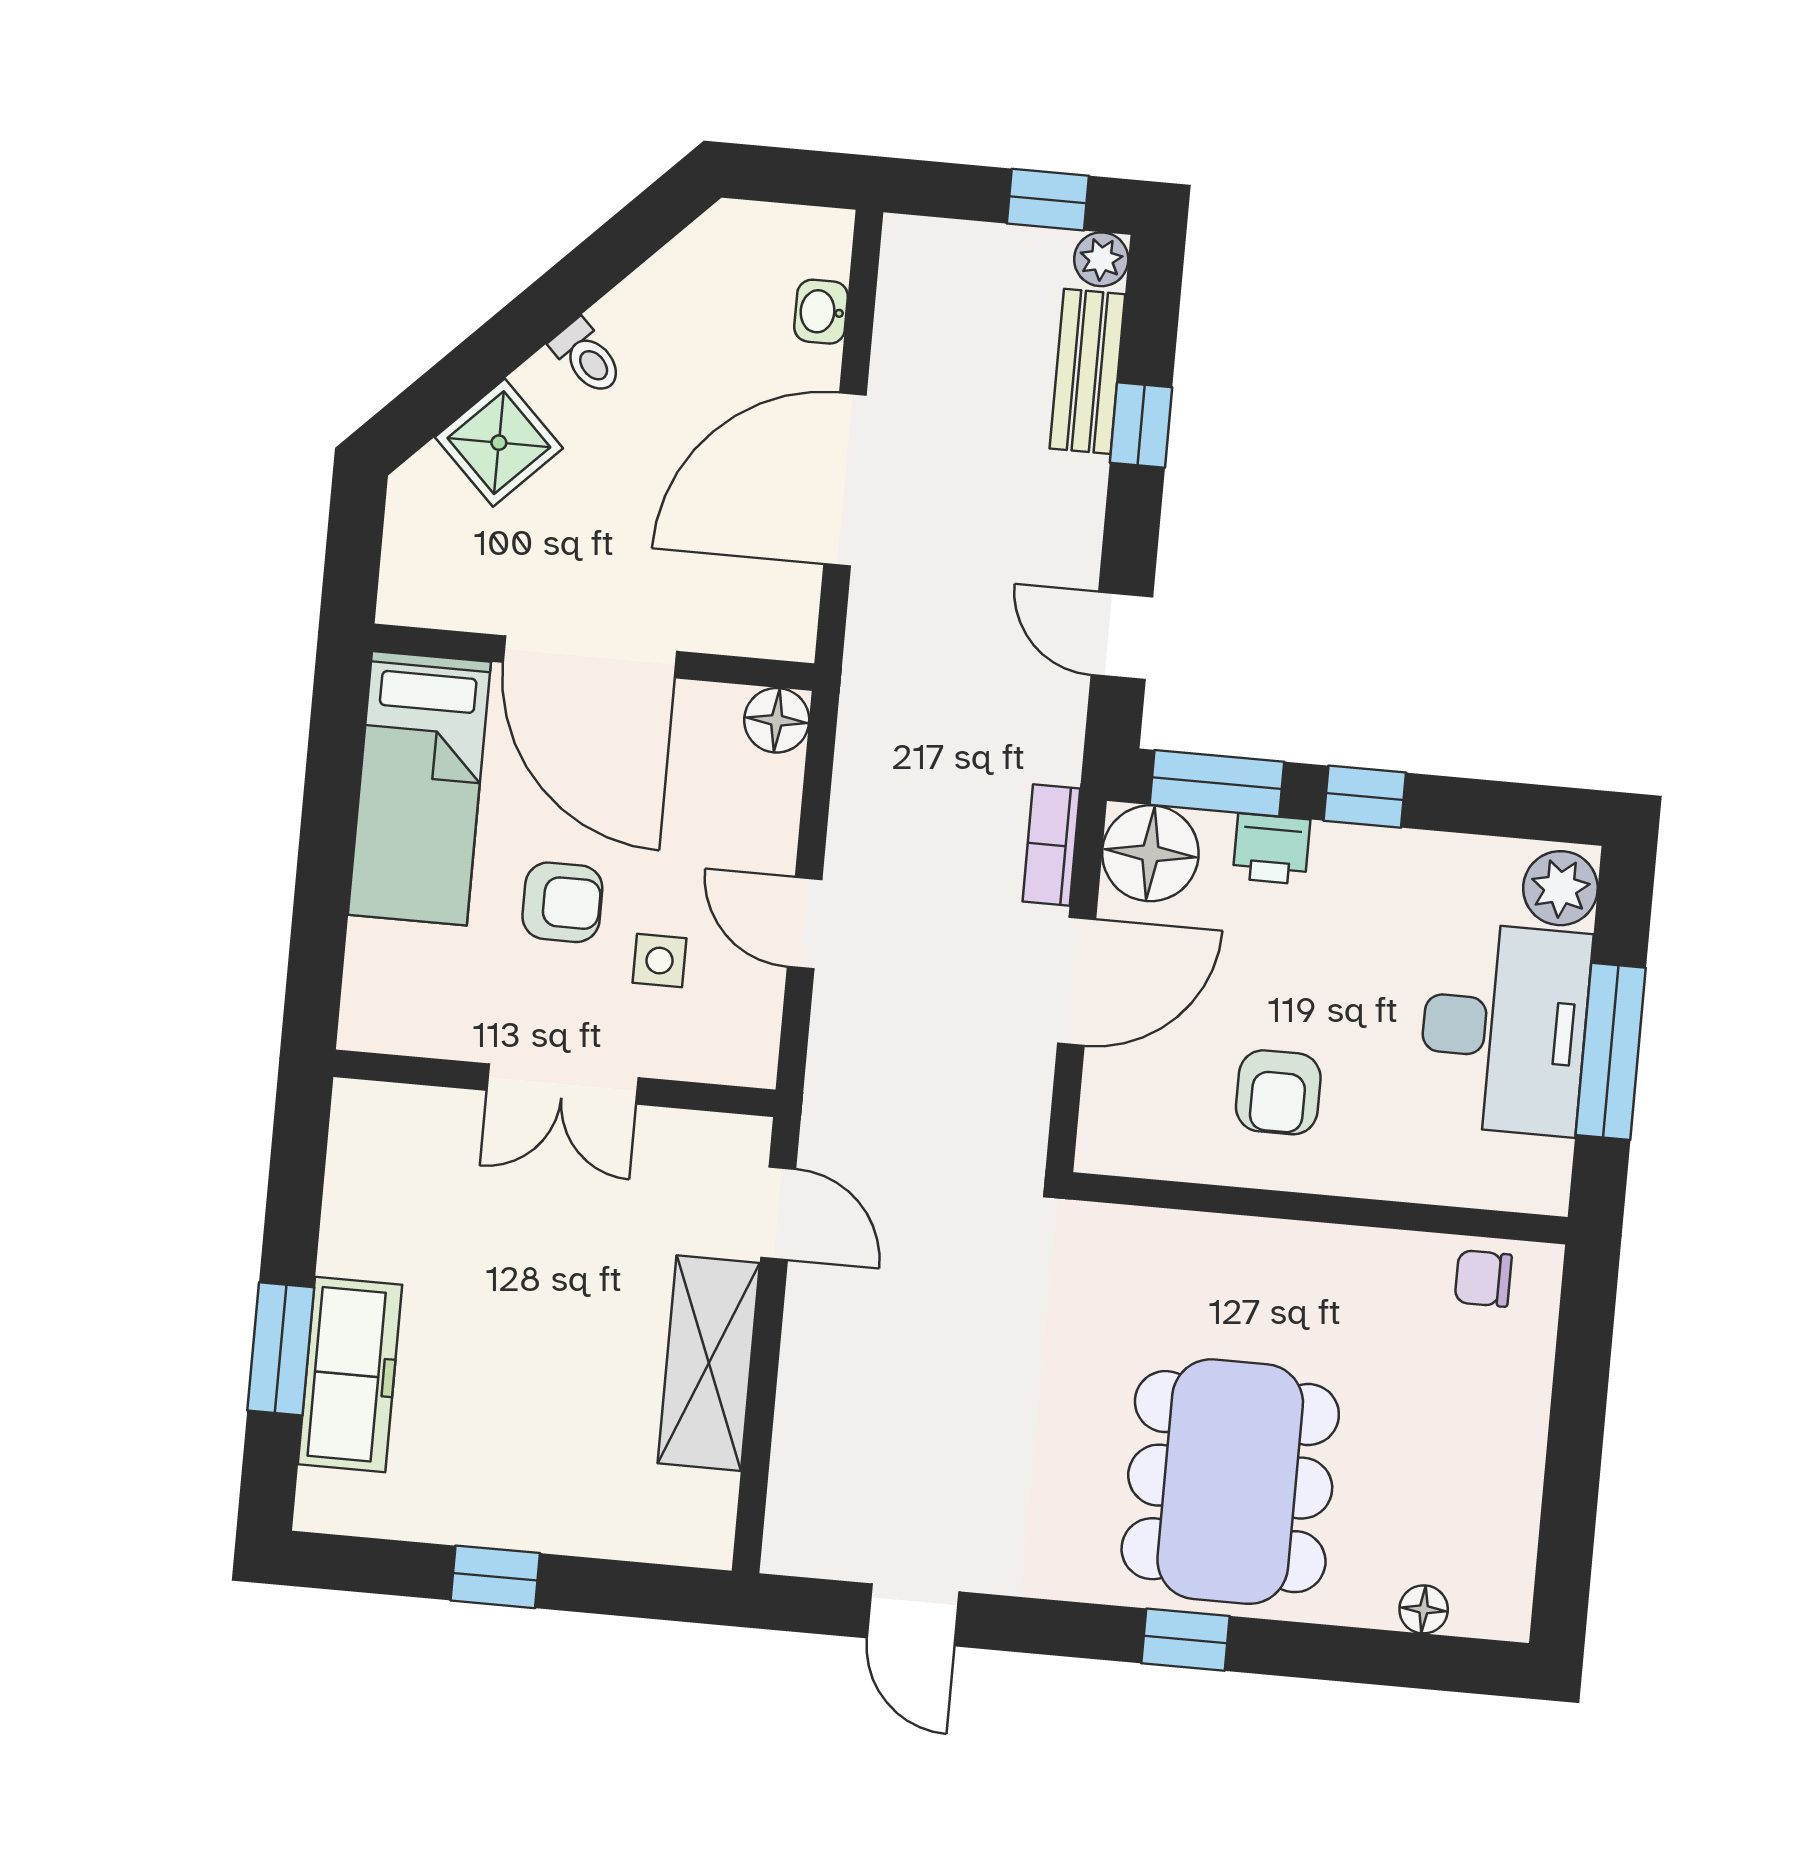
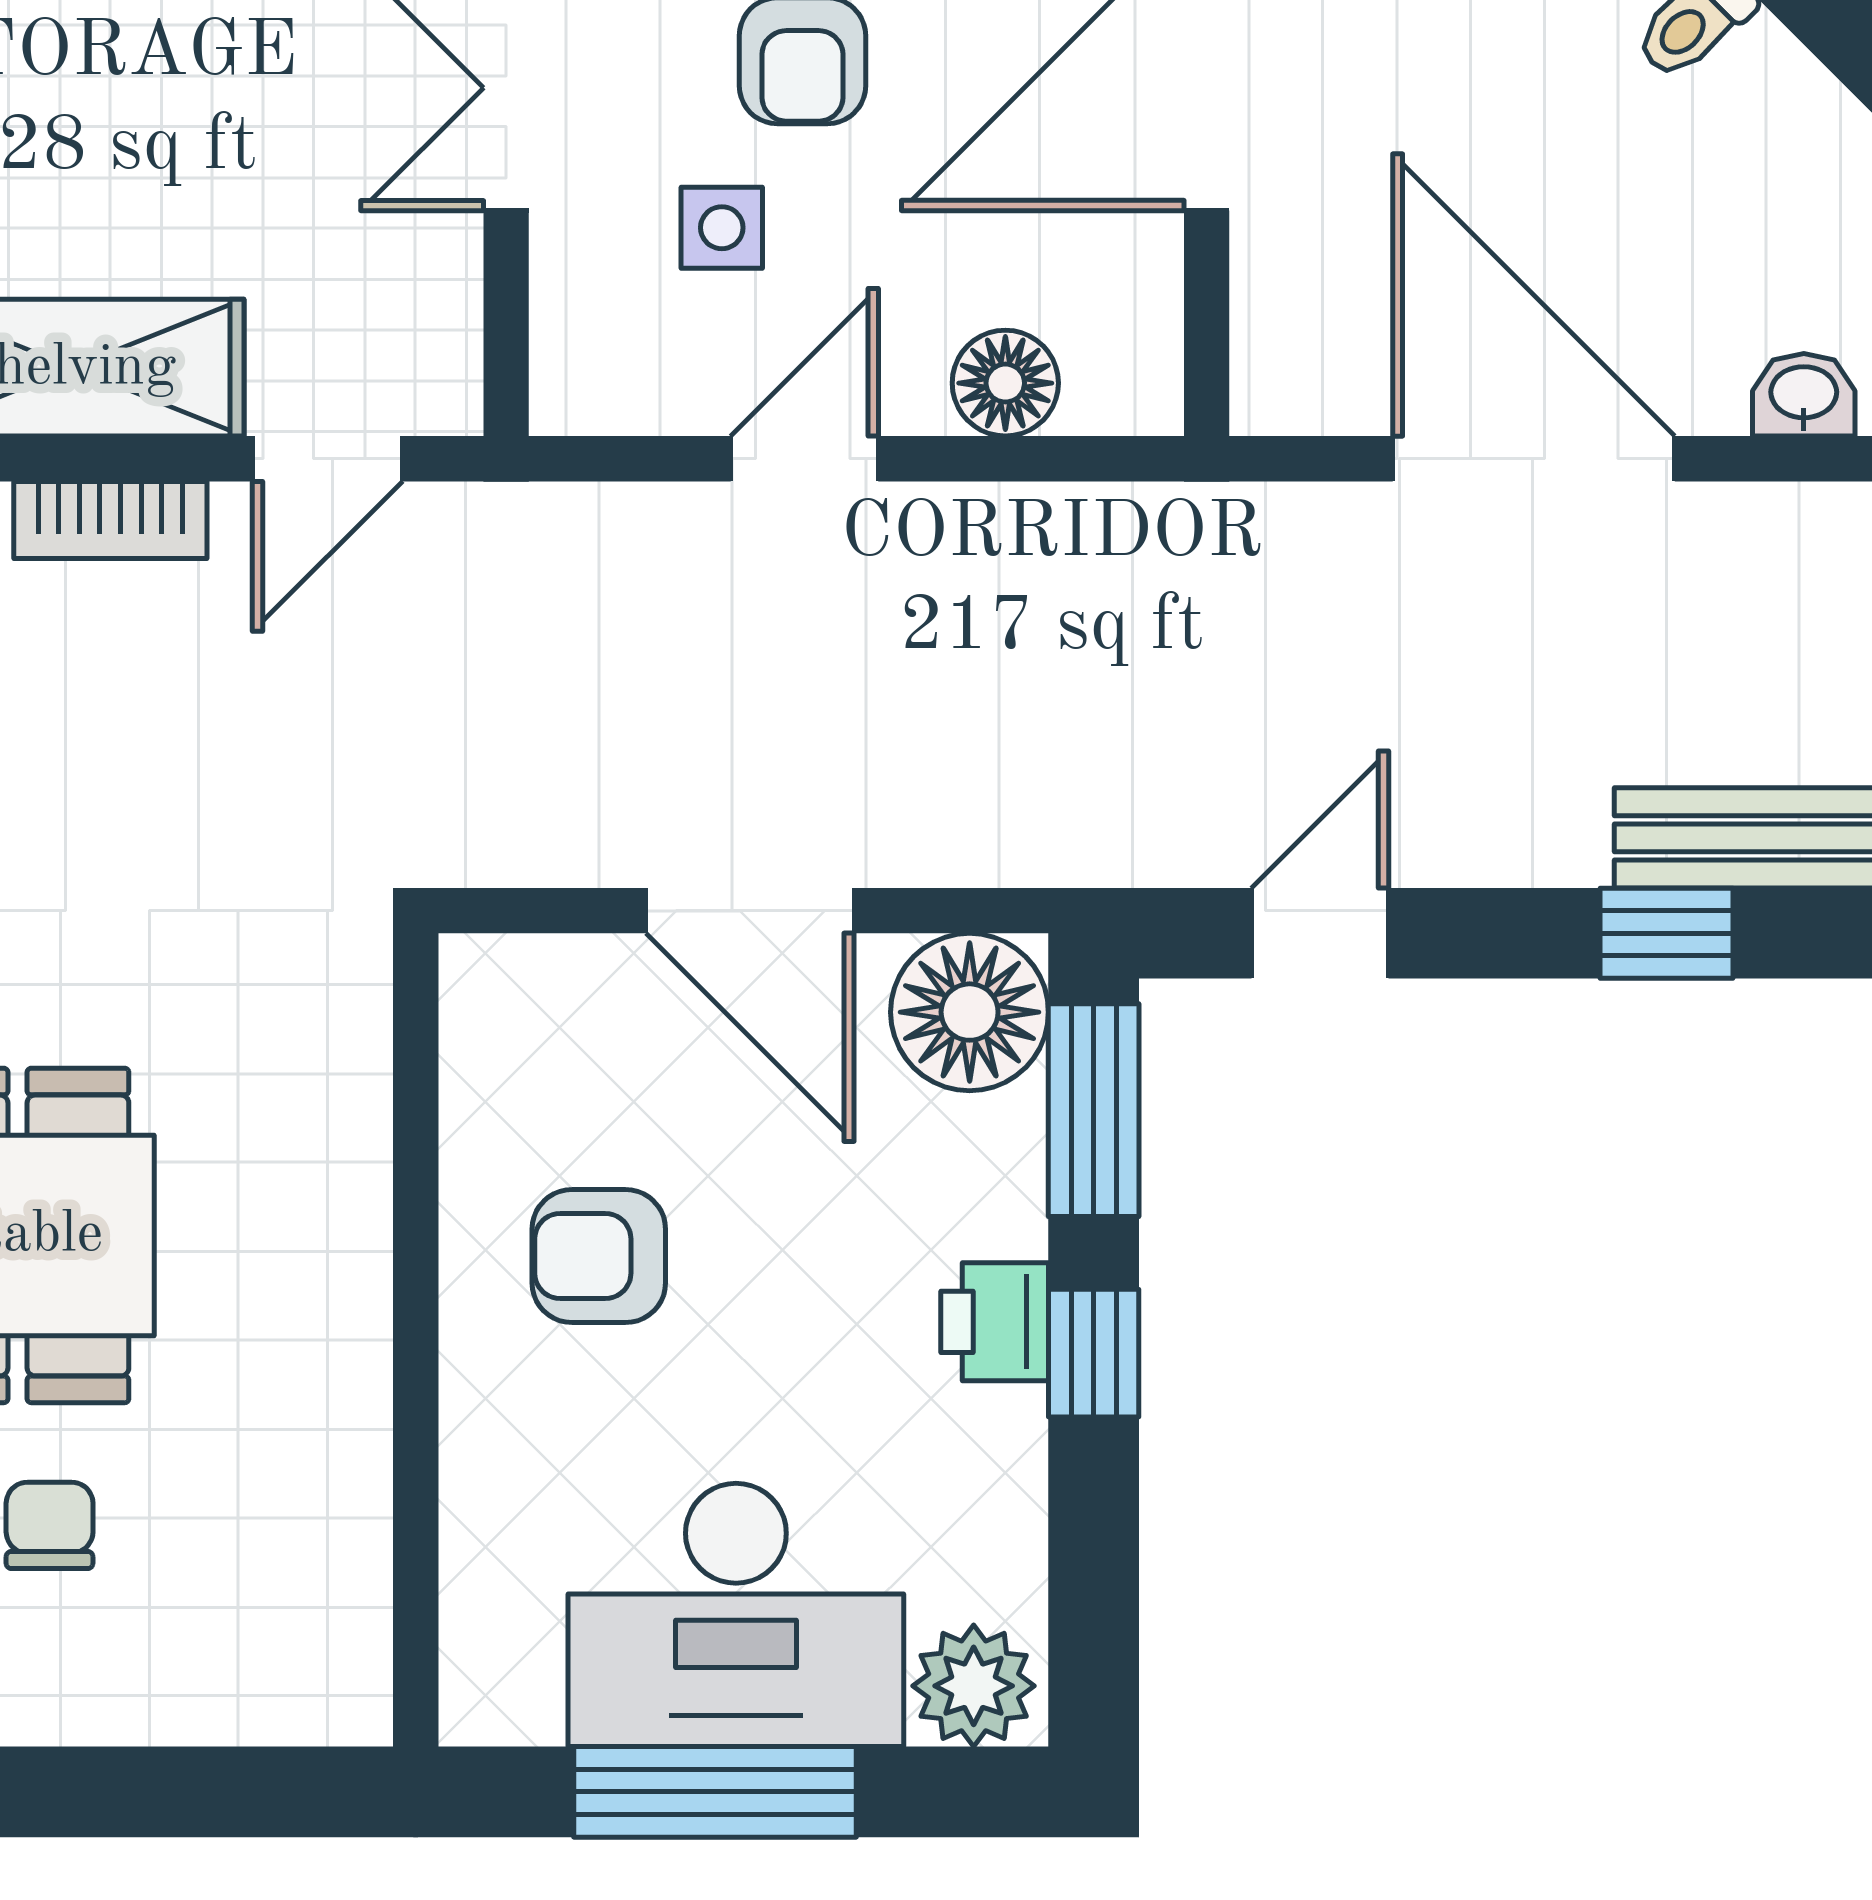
floor lamp: (777, 720) -> (1005, 383), moved
bookcase: (1051, 845) -> (110, 520), moved, turned 180
printer: (1271, 849) -> (995, 1322), moved
chair: (1483, 1278) -> (50, 1525), moved

